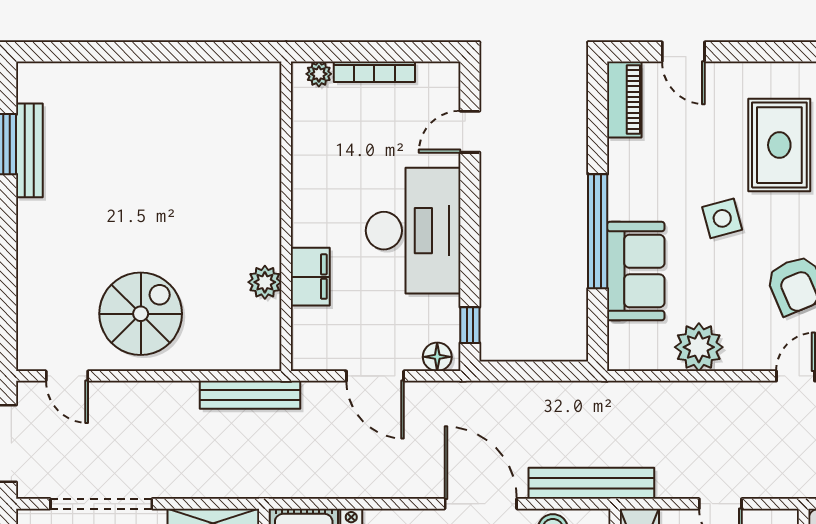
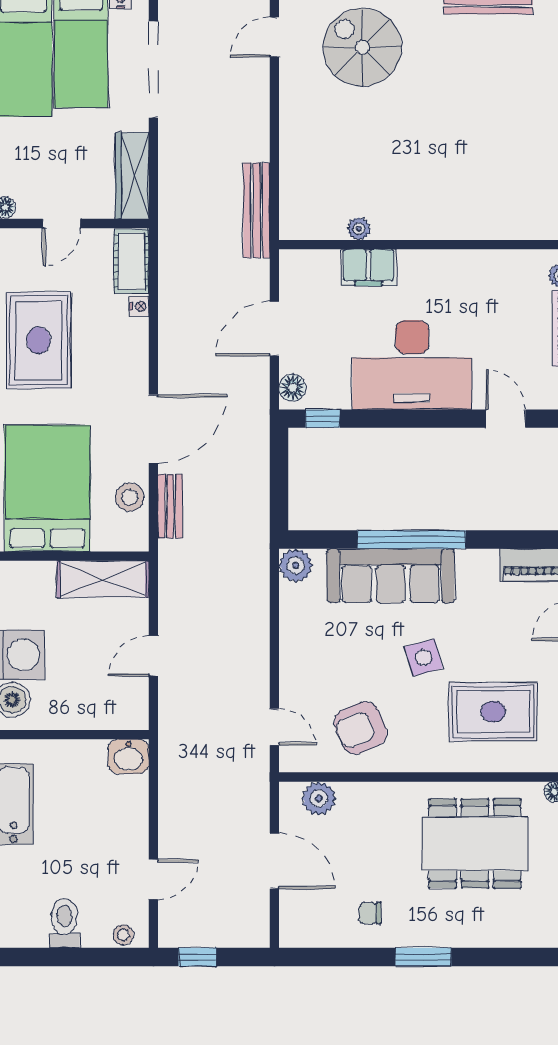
sofa: (636, 271) -> (391, 576), width x1.36
plant: (265, 282) -> (359, 229), width x0.73, depth x0.73
spiral stairs: (141, 314) -> (362, 47), moved, turned 180
plant: (699, 347) -> (296, 565), moved, width x0.73, depth x0.73
bench: (591, 483) -> (170, 506), width x0.54, depth x0.82

